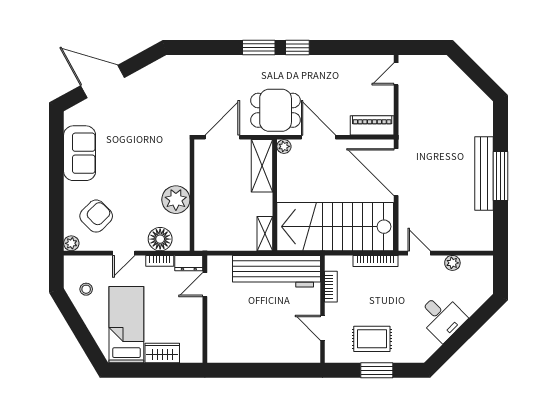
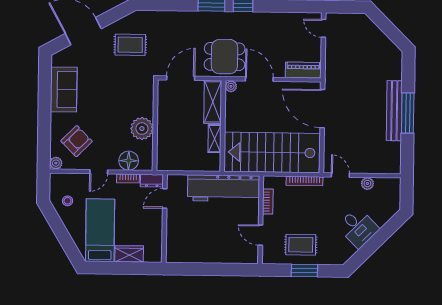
door: (396, 74) -> (323, 28), hinge flipped
rug: (160, 97) -> (130, 45), added
shelving: (265, 234) -> (215, 139), moved

